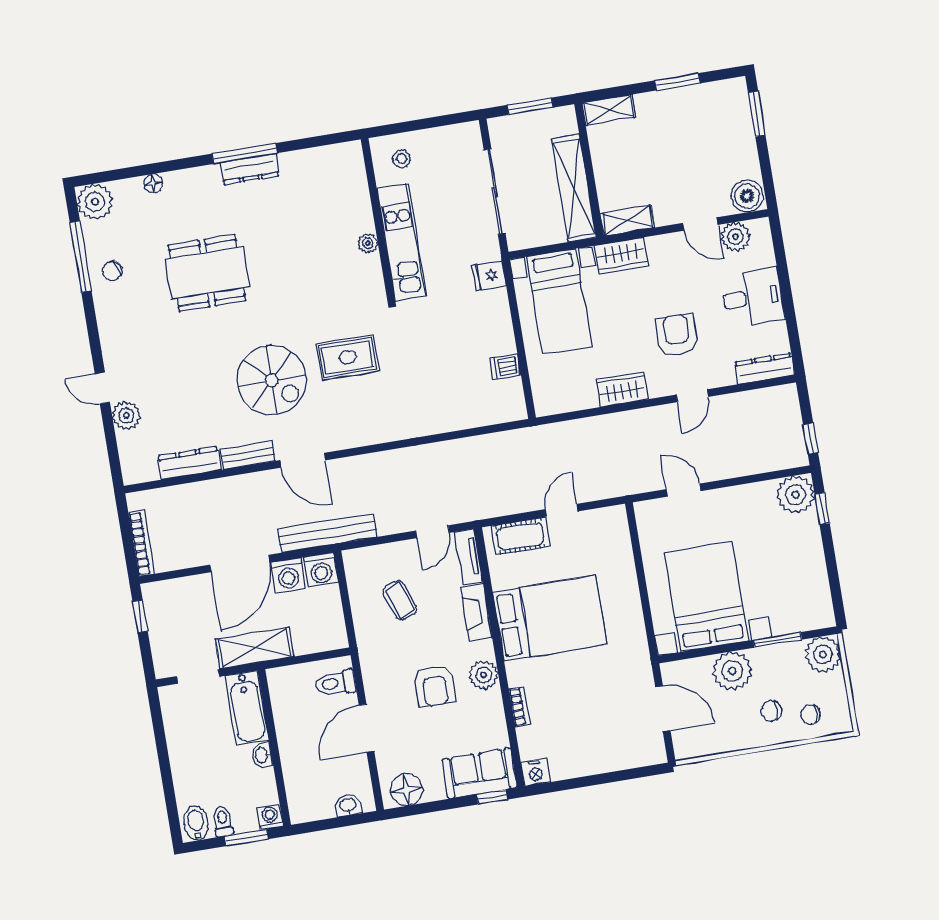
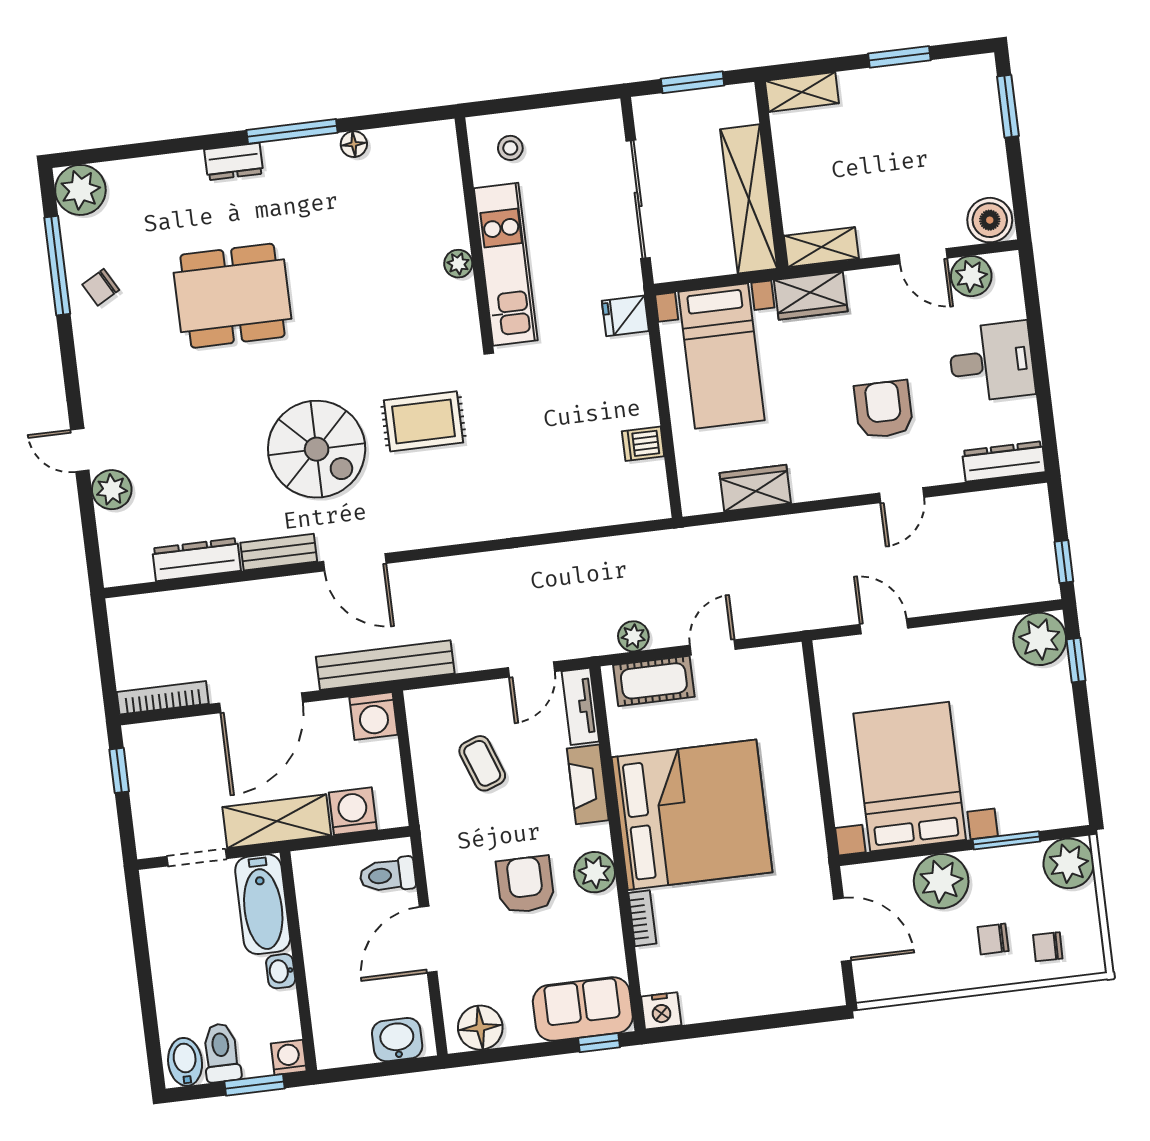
dresser: (250, 169) -> (234, 162), moved, width x0.70
floor lamp: (153, 183) -> (354, 144), moved
wardrobe: (622, 389) -> (755, 488), moved
plant: (504, 505) -> (633, 636), added
bookcase: (142, 543) -> (163, 698), moved, turned -90
washing machine: (288, 575) -> (353, 811), moved, turned 180
bed: (550, 618) -> (692, 815), width x1.36
armchair: (434, 686) -> (525, 885), turned 180
washbasin: (348, 805) -> (397, 1040), width x1.38, depth x1.45
toilet: (223, 821) -> (221, 1053), width x1.37, depth x1.39

